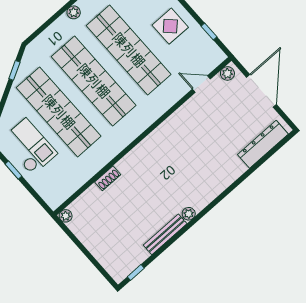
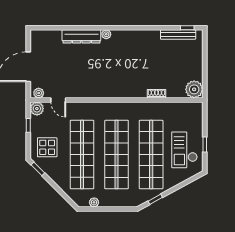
plant: (215, 56) -> (37, 109), added
dresser: (263, 144) -> (81, 36), moved
plant: (189, 214) -> (106, 34), moved
plant: (66, 216) -> (194, 89), width x1.88, depth x1.88
bench: (165, 234) -> (178, 34), moved

